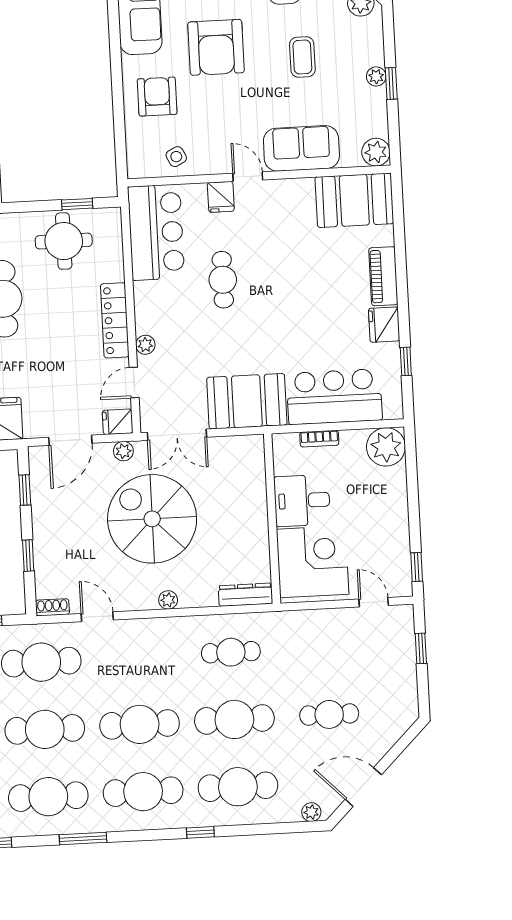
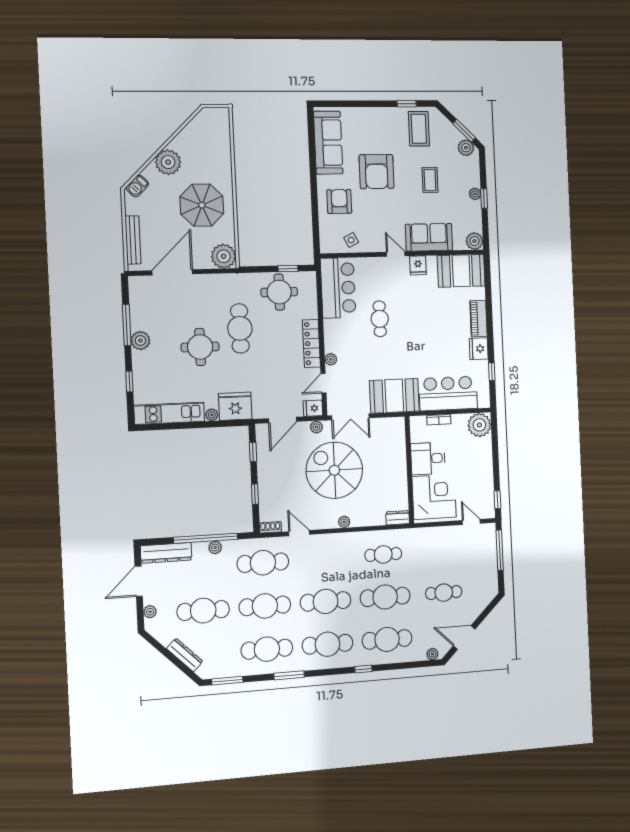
fridge: (221, 197) -> (418, 265), moved
dresser: (246, 595) -> (398, 518), width x0.70
window: (421, 648) -> (500, 550), width x2.17

